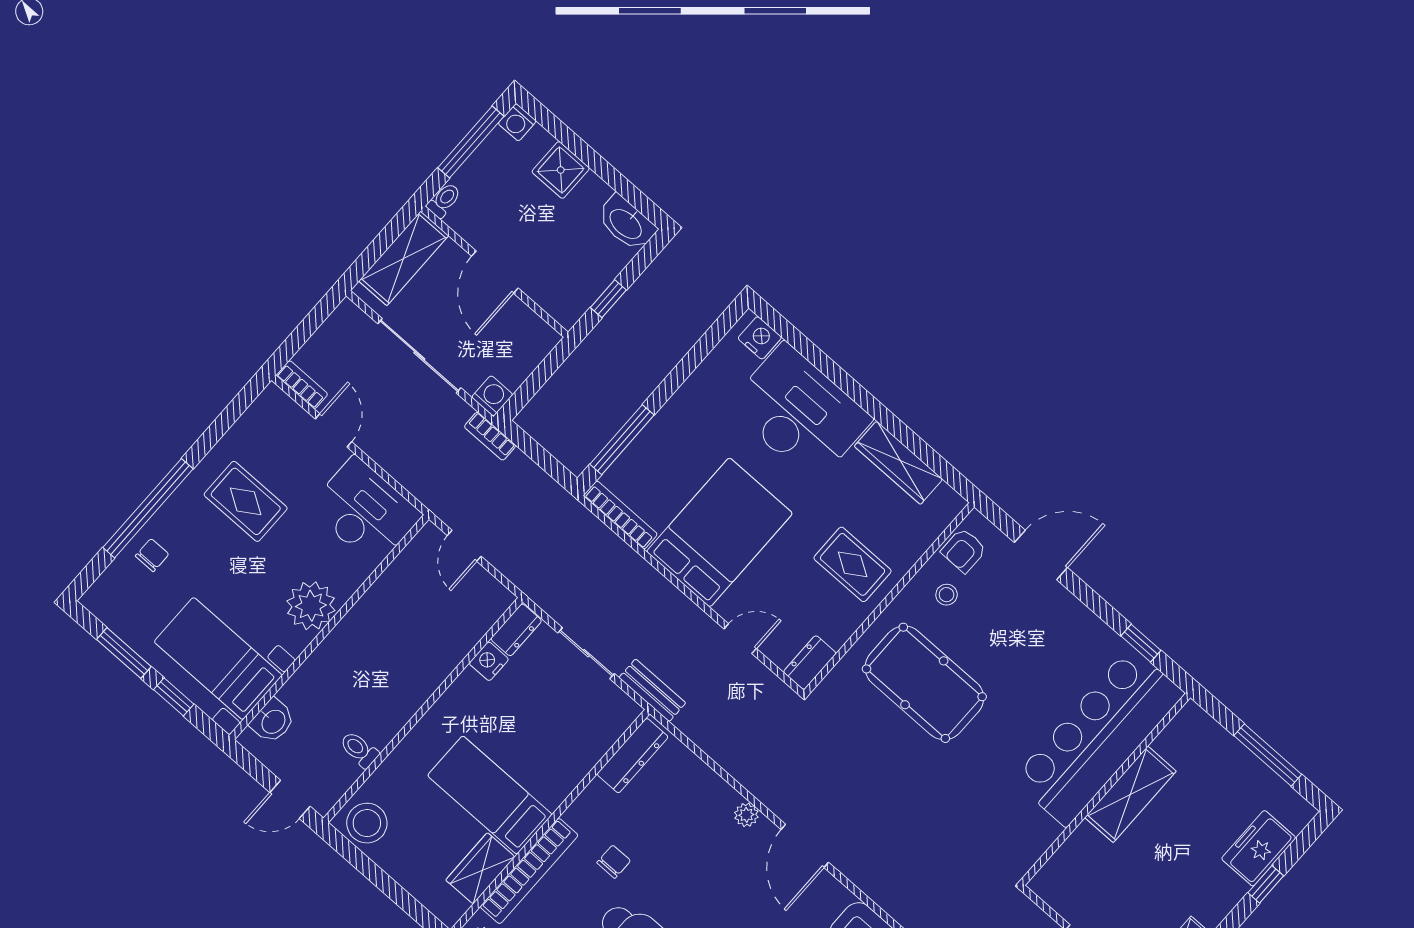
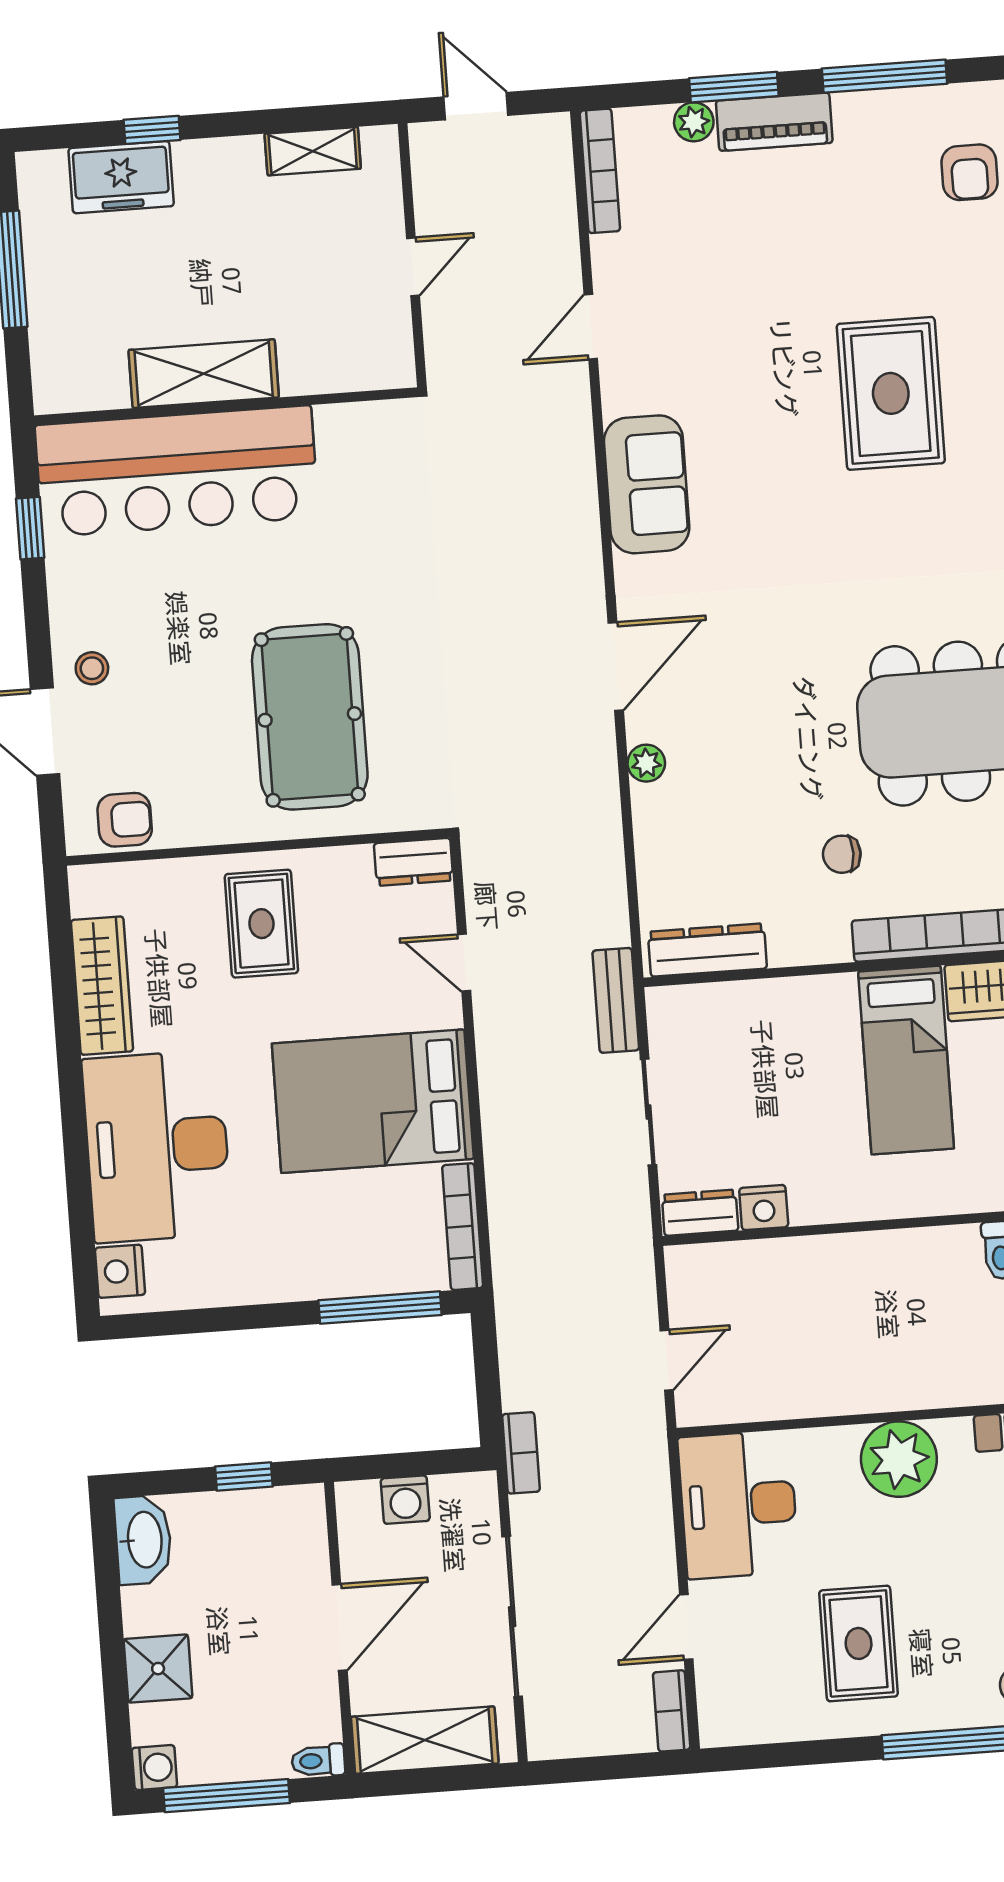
washing machine: (492, 396) -> (405, 1500), moved, turned -90
stool: (947, 595) -> (92, 668), moved

